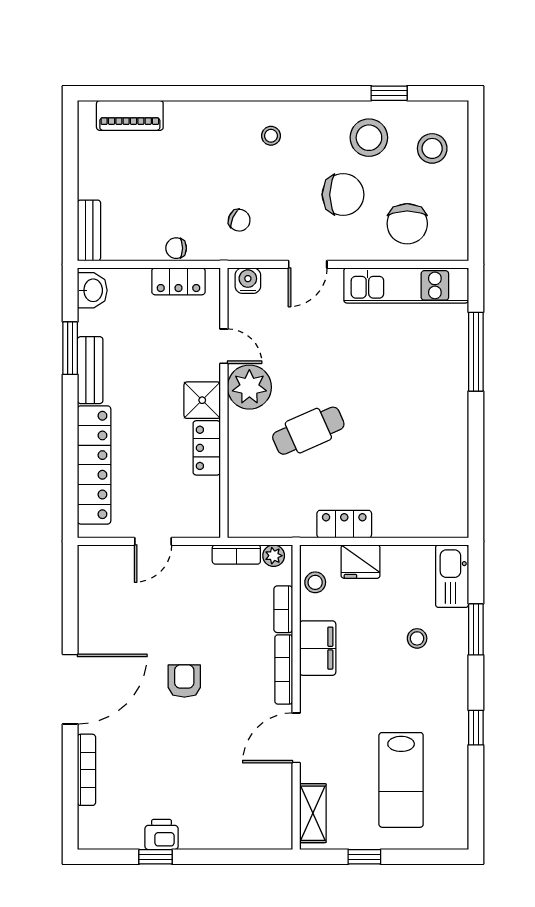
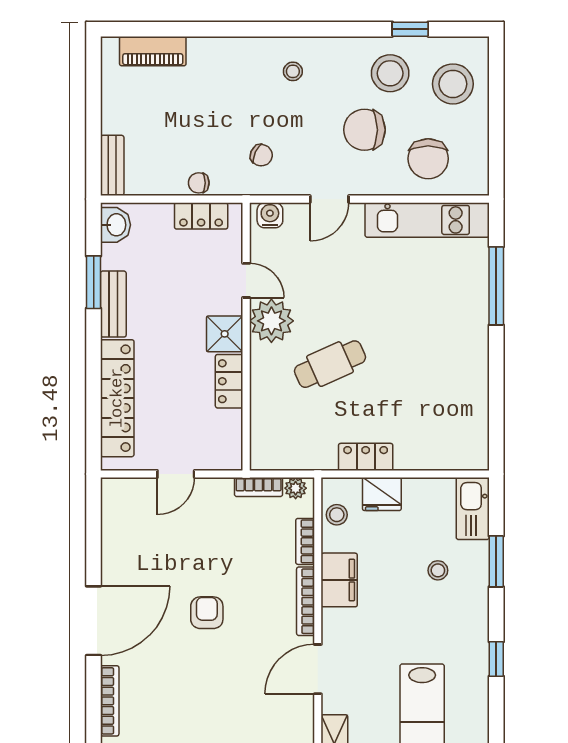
stool: (432, 148) -> (453, 84), width x1.38, depth x1.38
chair: (343, 195) -> (364, 130), turned 180

